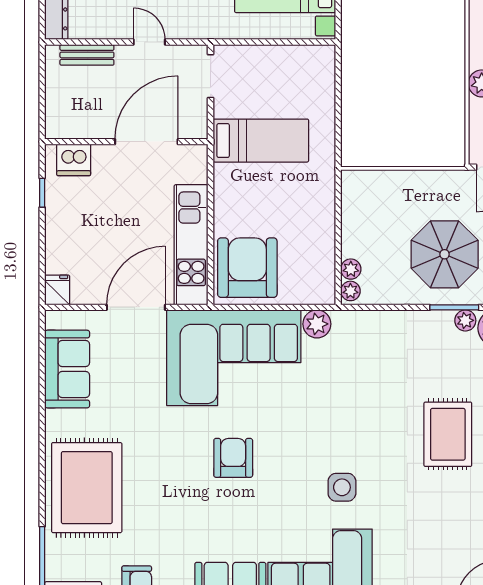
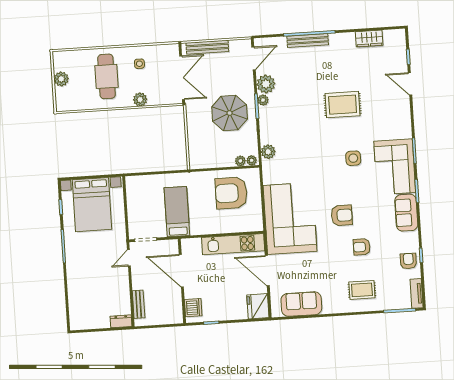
door: (149, 42) -> (129, 258), moved
armchair: (247, 268) -> (231, 193), moved
fridge: (57, 290) -> (258, 306), width x1.88, depth x1.34
plant: (317, 324) -> (268, 152), moved
rug: (448, 434) -> (343, 105), moved
armchair: (233, 458) -> (342, 215), turned 180
rug: (87, 488) -> (362, 290), width x0.54, depth x0.49
armchair: (170, 493) -> (362, 247), added

